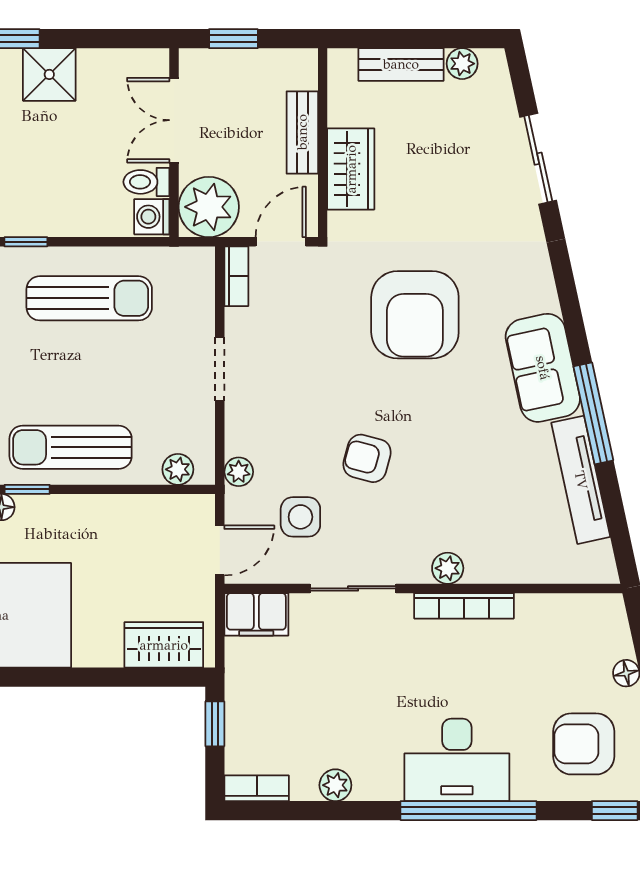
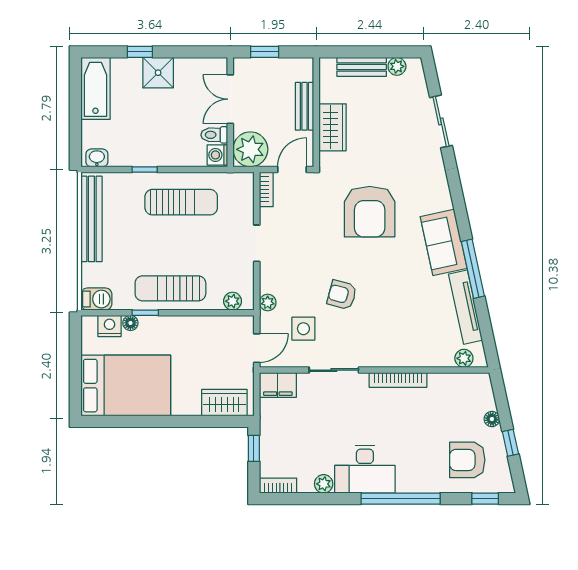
plant: (448, 568) -> (464, 358), moved
desk: (457, 760) -> (365, 469), moved

